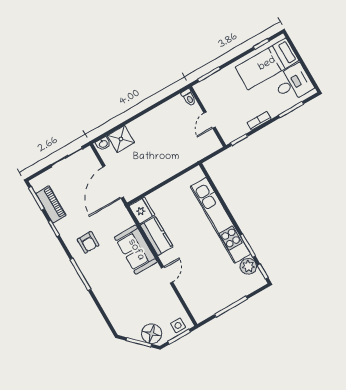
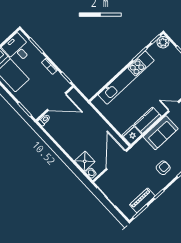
door: (210, 120) -> (57, 102), width x1.87
door: (113, 182) -> (116, 160), swing flipped
plant: (248, 266) -> (163, 42), moved

